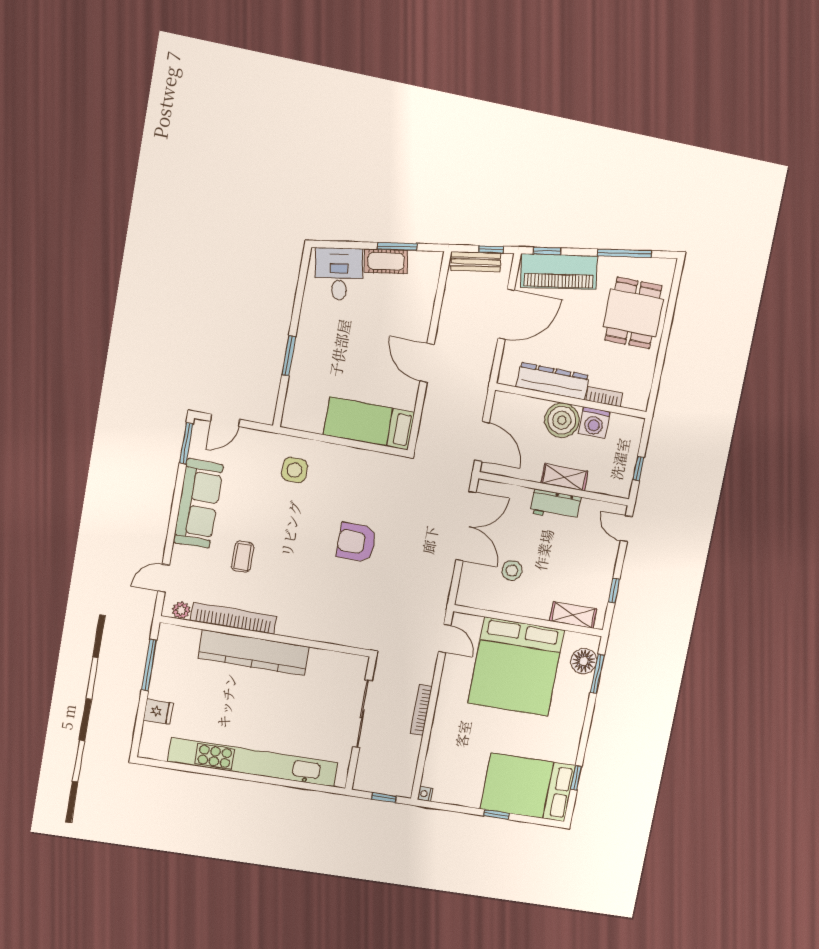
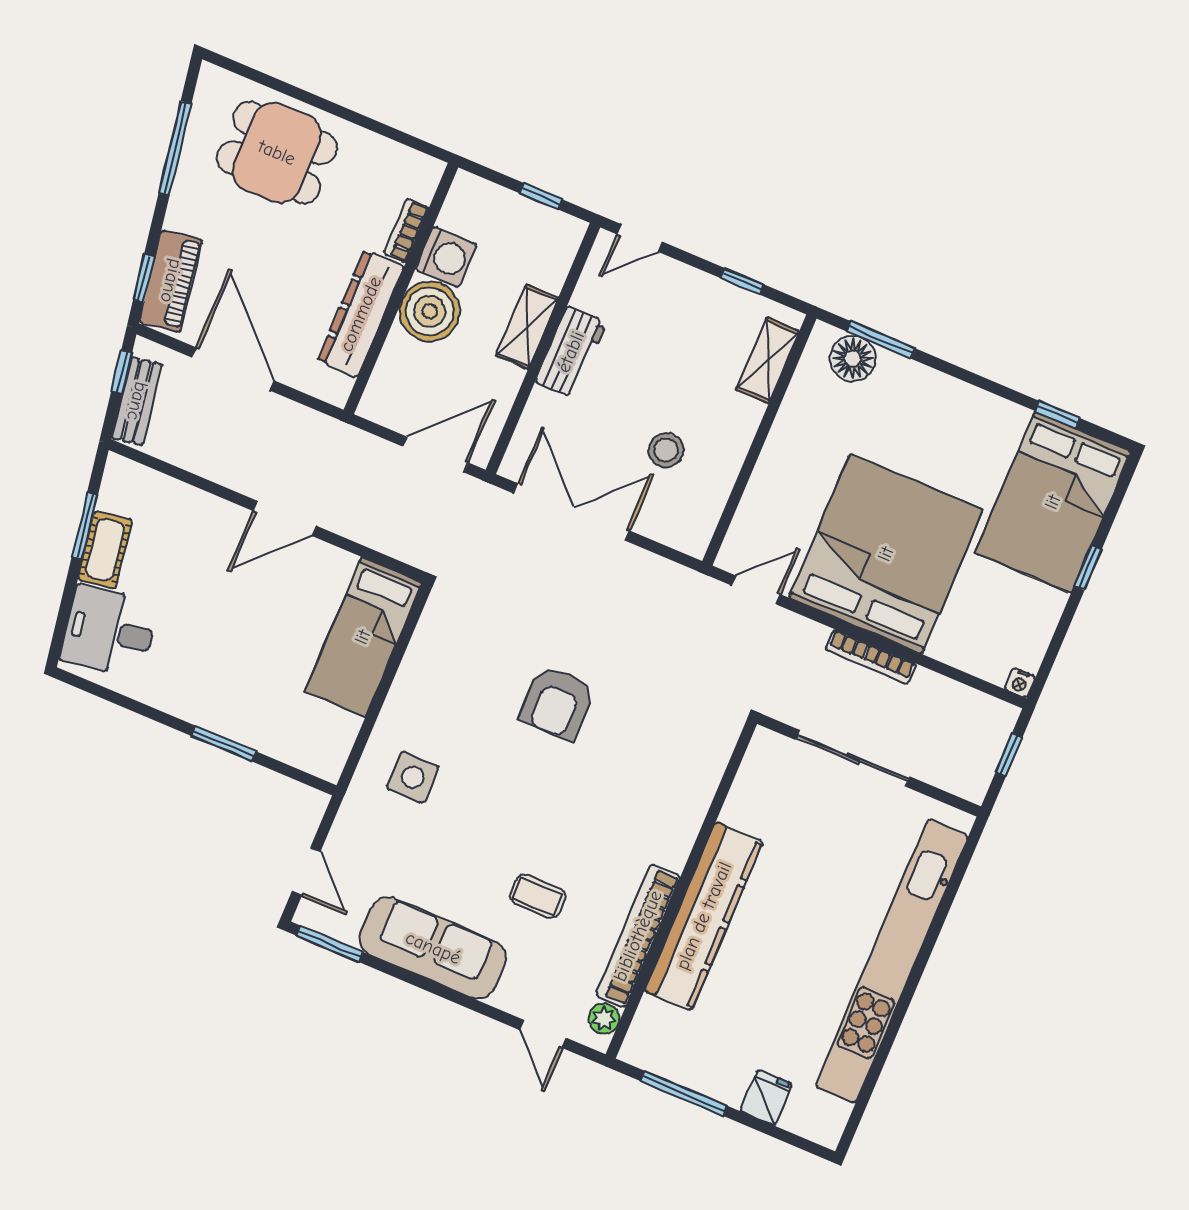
piano: (559, 272) -> (171, 281), width x0.73, depth x0.75
bed: (516, 667) -> (886, 554), moved, turned -90

